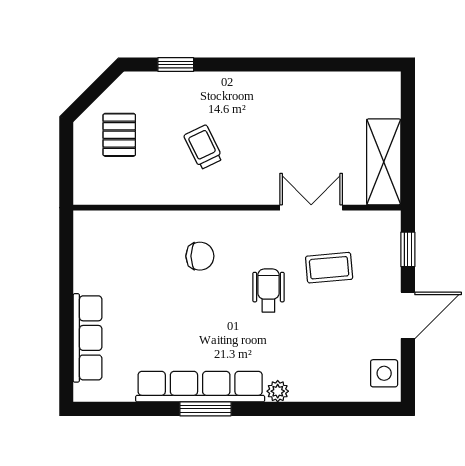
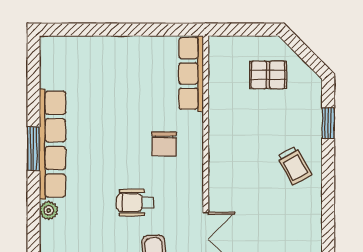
trolley: (203, 147) -> (294, 166), moved, turned 87
wheelchair: (268, 291) -> (135, 203), turned 180
row of seats: (88, 338) -> (191, 73), moved, turned 90

